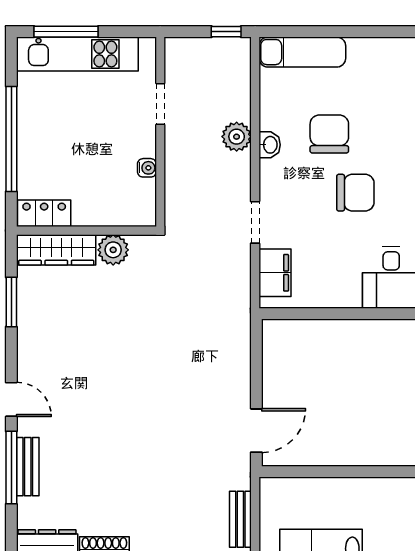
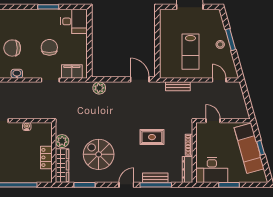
plant: (237, 137) -> (99, 88), moved
chair: (355, 193) -> (49, 47), moved
locker: (44, 213) -> (46, 157), moved
spiral stairs: (82, 335) -> (99, 154), added
rug: (122, 459) -> (152, 137), added

